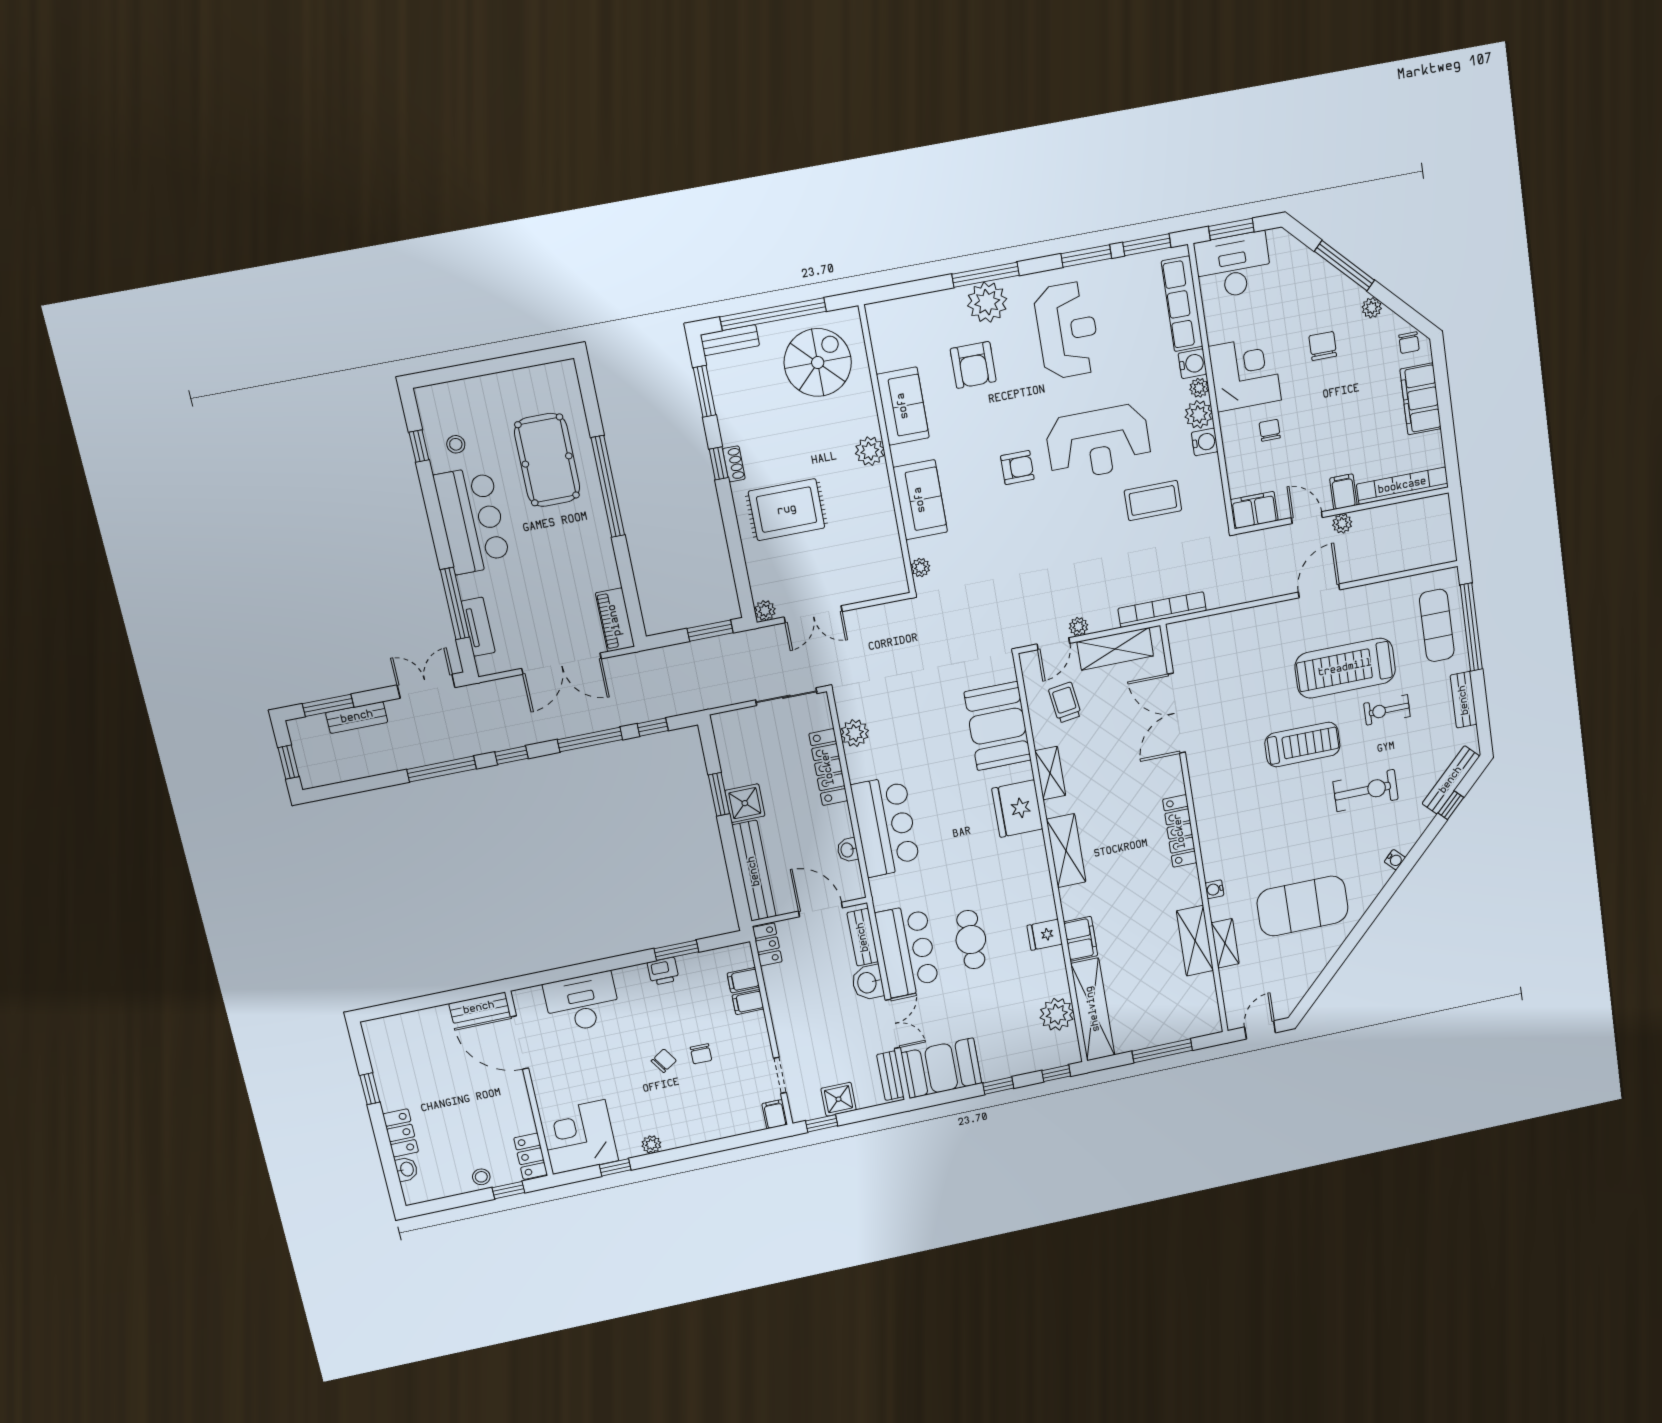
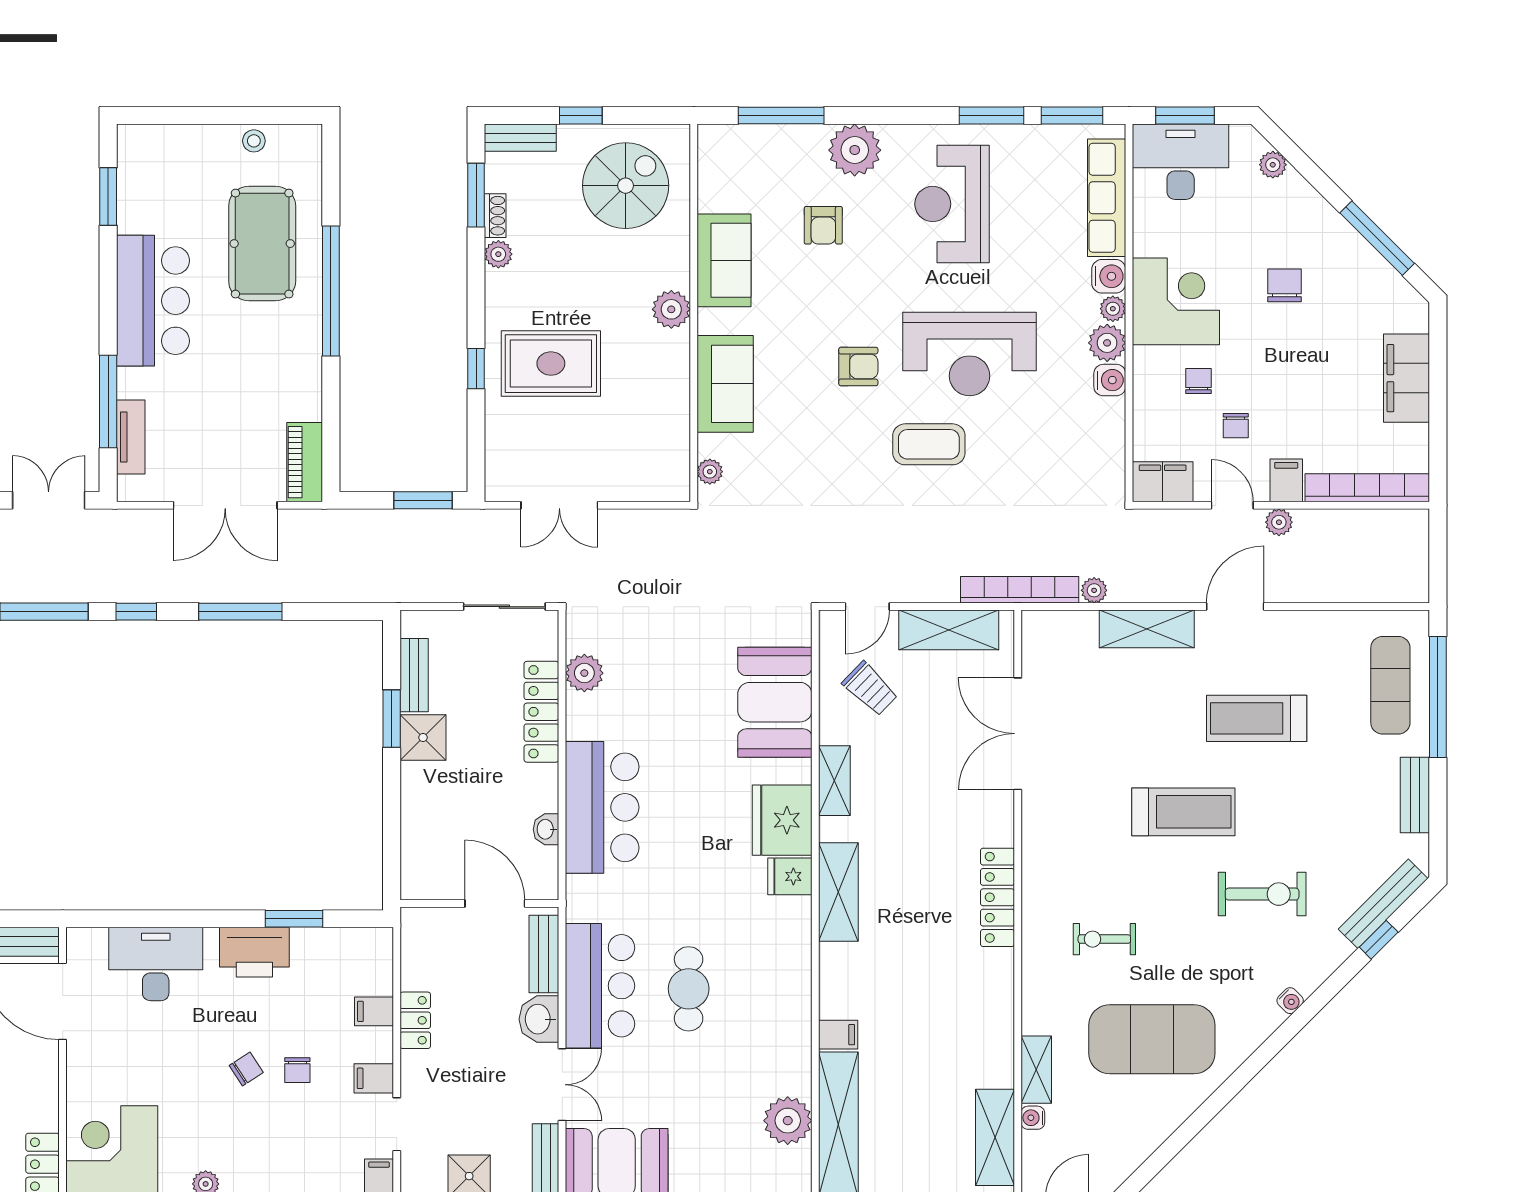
window: (1345, 266) -> (1377, 238), moved
window: (986, 275) -> (781, 116), moved
plant: (1372, 308) -> (1273, 165), moved
window: (773, 314) -> (581, 116), width x0.32
reception desk: (1067, 330) -> (952, 204), turned 180
chair: (1409, 343) -> (1236, 426), moved
armchair: (973, 365) -> (823, 225), width x0.72, depth x0.72
stool: (456, 444) -> (254, 141), moved
window: (419, 446) -> (108, 196), width x1.50
window: (719, 463) -> (476, 369), moved
shoe rack: (734, 464) -> (495, 216), moved
coffee table: (1153, 500) -> (929, 444), moved
plant: (765, 611) -> (498, 254), moved
shelving: (1258, 620) -> (1147, 629), added
plant: (1078, 627) -> (1094, 590), moved
treadmill: (1345, 668) -> (1257, 718), width x0.73, depth x0.73
trolley: (1065, 703) -> (870, 689), turned 142
exercise bike: (1387, 710) -> (1104, 939), moved
window: (653, 727) -> (324, 612), removed
bench: (754, 871) -> (414, 675), moved, width x0.54, depth x0.82
water cooler: (1214, 889) -> (1033, 1118), moved
fridge: (1045, 935) -> (790, 876), moved
filing cabinet: (1081, 939) -> (838, 1035), width x0.50
shelving: (1195, 941) -> (995, 1137), moved
locker: (767, 945) -> (415, 1020), moved
printer: (663, 971) -> (254, 952), width x1.87, depth x1.48
filing cabinet: (743, 980) -> (374, 1078), moved

